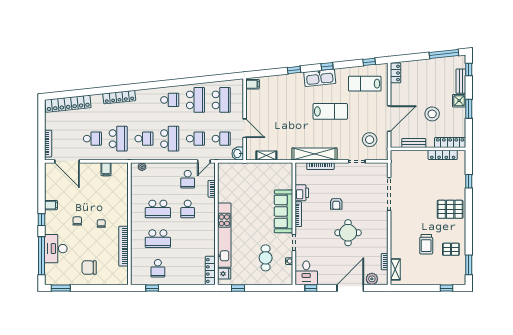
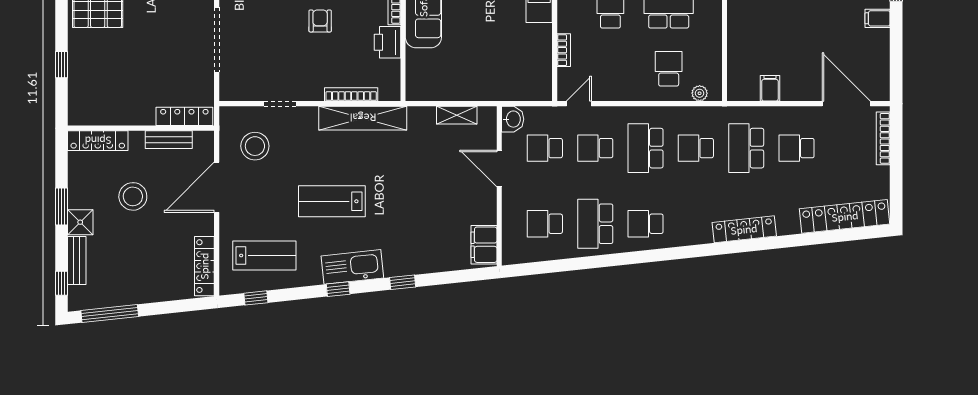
locker: (396, 73) -> (204, 266), width x1.53
filing cabinet: (252, 84) -> (484, 245), width x2.00
school desk: (221, 100) -> (545, 224), width x0.54
locker: (443, 155) -> (184, 116), moved
school desk: (188, 179) -> (669, 69), moved

